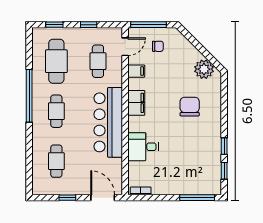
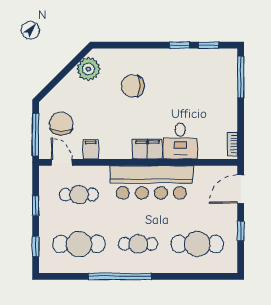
chair: (158, 46) -> (61, 124), width x1.87, depth x1.87
filing cabinet: (136, 103) -> (147, 149), moved
cafe table: (56, 161) -> (197, 244), width x1.37, depth x1.35

